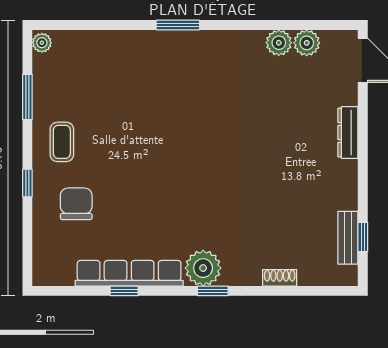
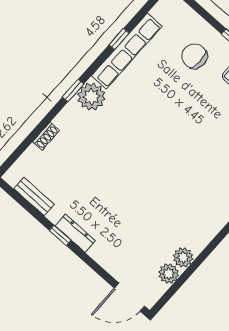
dresser: (348, 133) -> (75, 233), moved
chair: (76, 204) -> (194, 56), turned 180
window: (363, 237) -> (60, 235), moved

